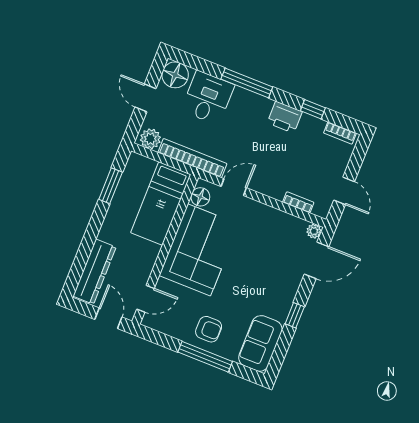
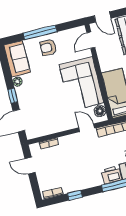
printer: (285, 117) -> (111, 175), moved
door: (234, 187) -> (87, 128), swing flipped
plant: (314, 231) -> (17, 82), moved
window: (295, 315) -> (13, 96), moved

